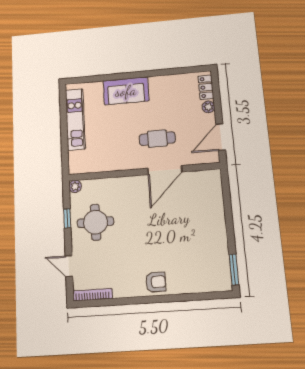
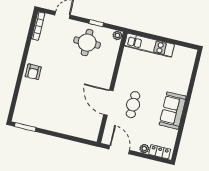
sofa: (126, 91) -> (173, 111), moved
kitchen unit: (75, 119) -> (149, 45), moved

